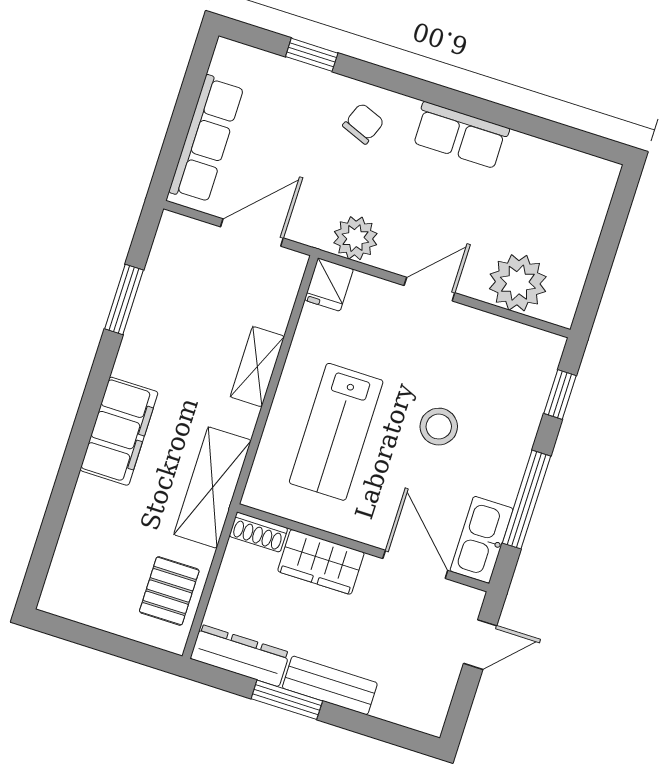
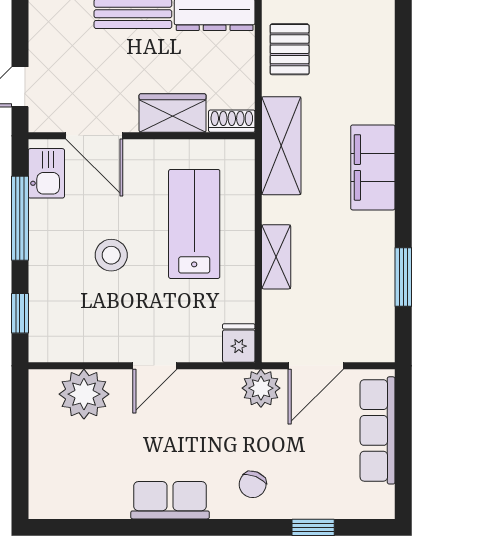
plant: (355, 238) -> (261, 388), moved
kitchen sink: (482, 540) -> (46, 173), width x0.73

